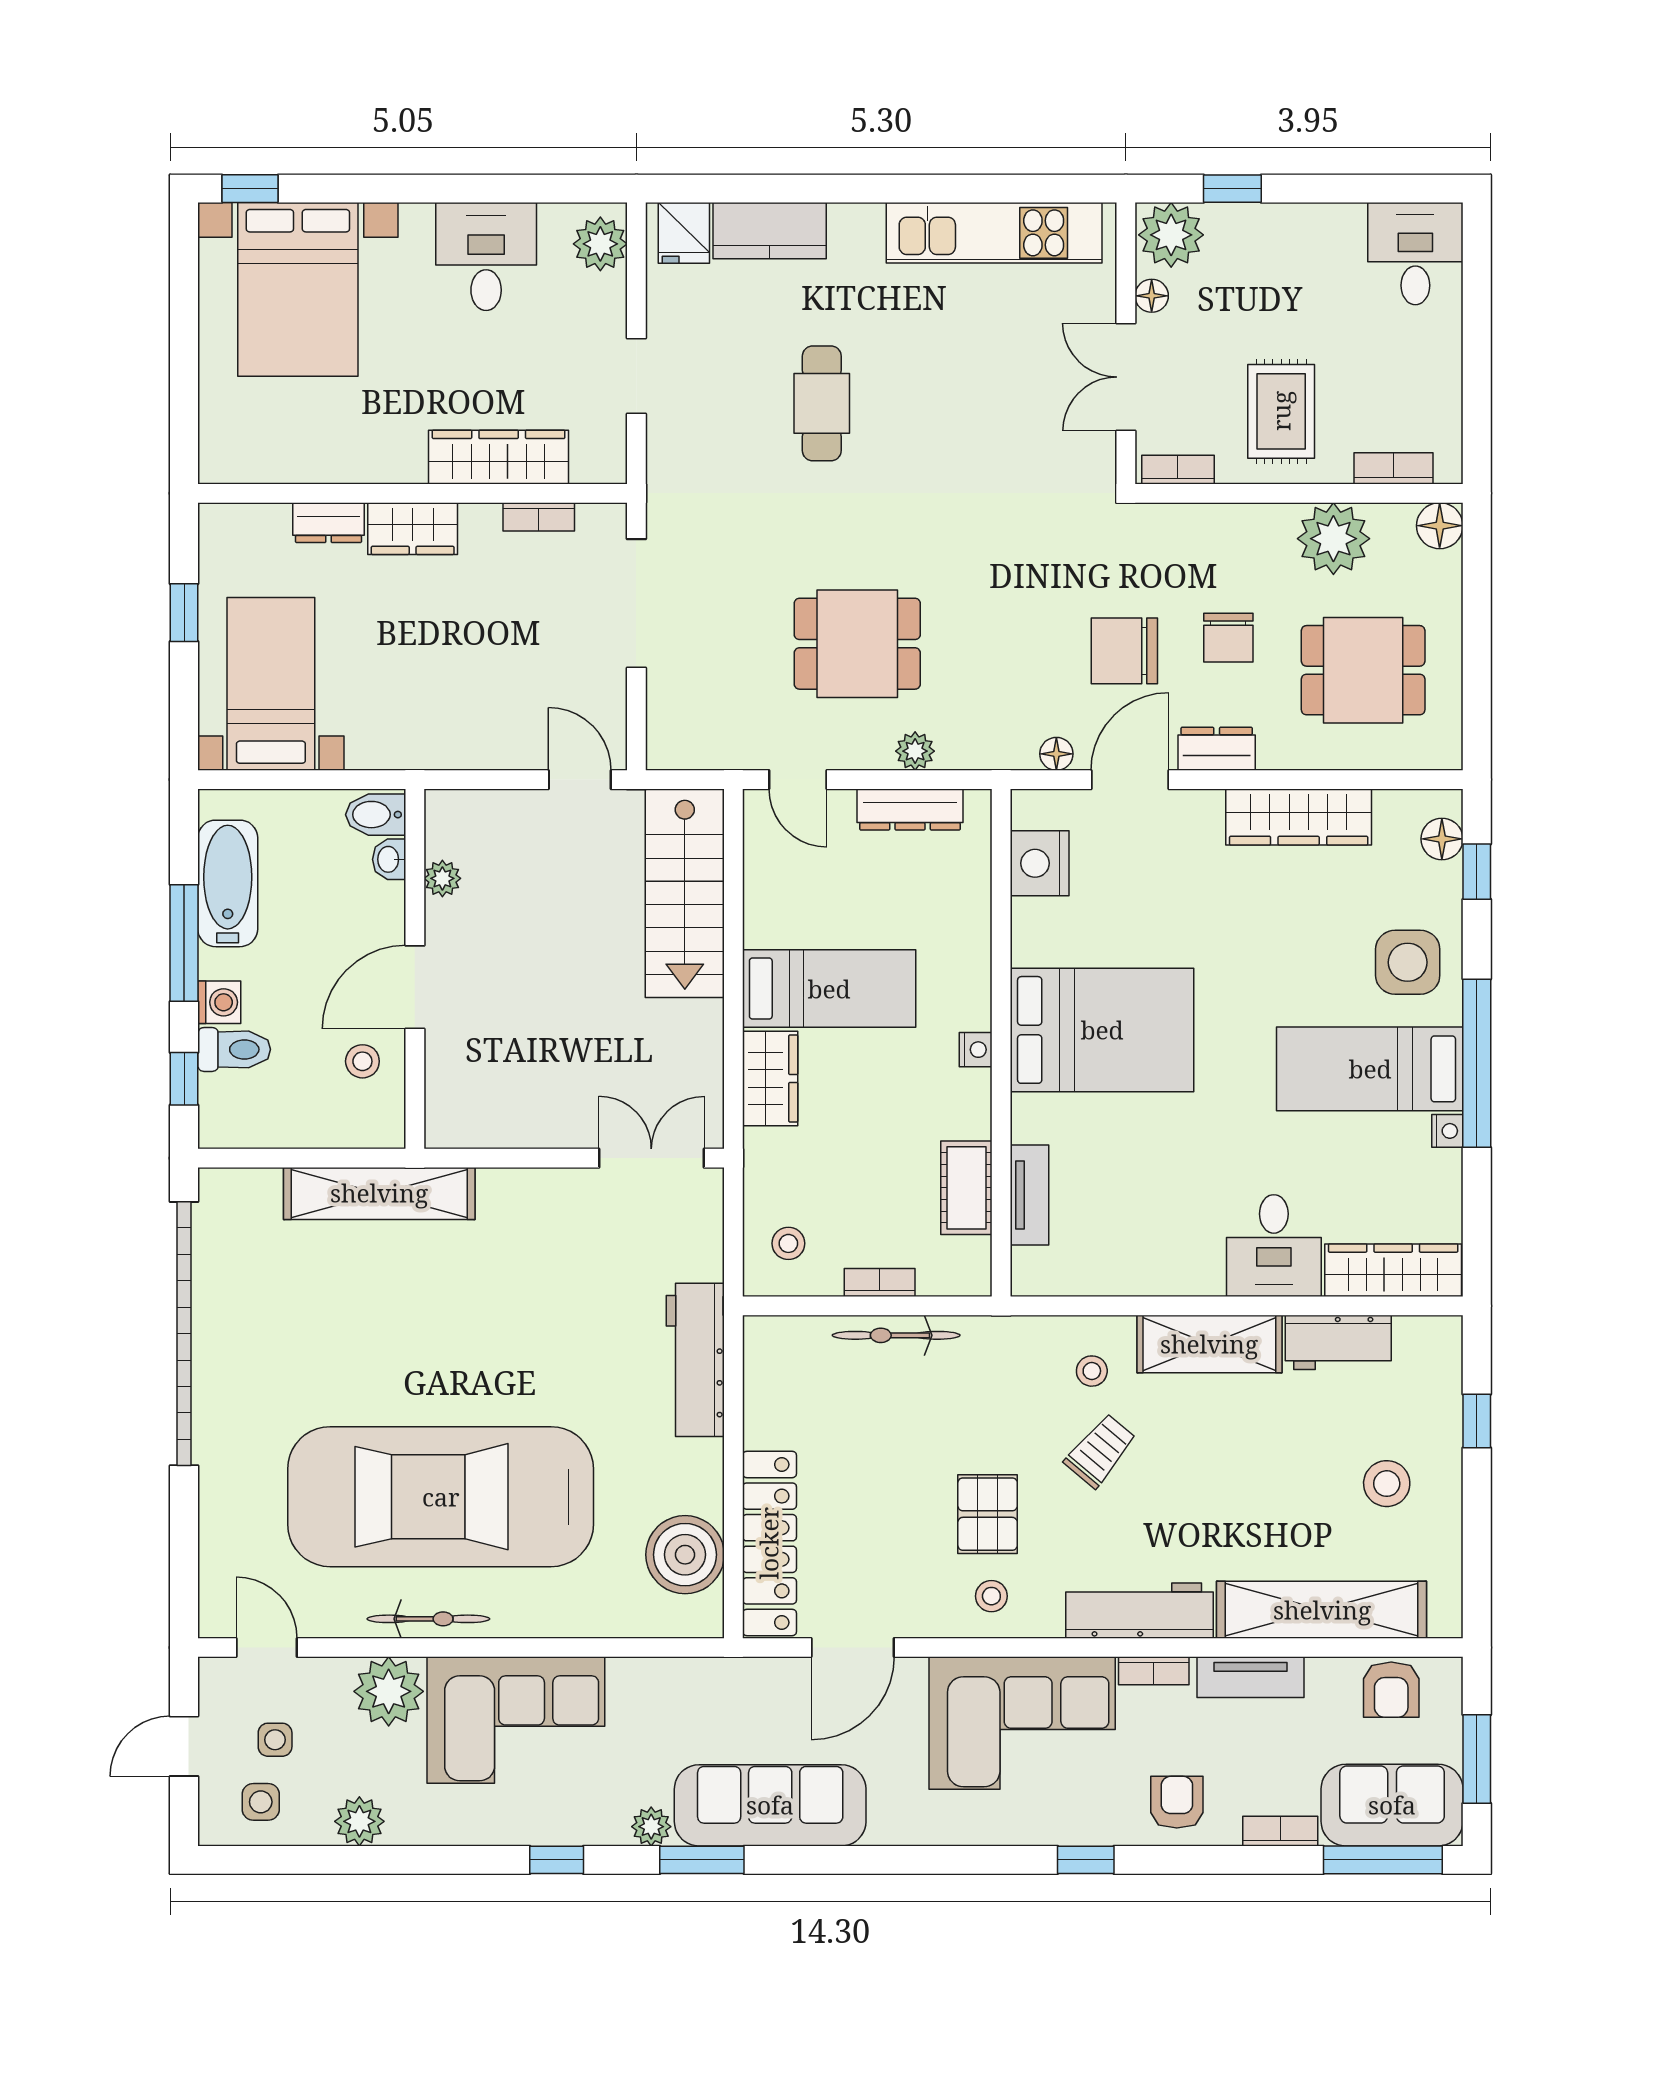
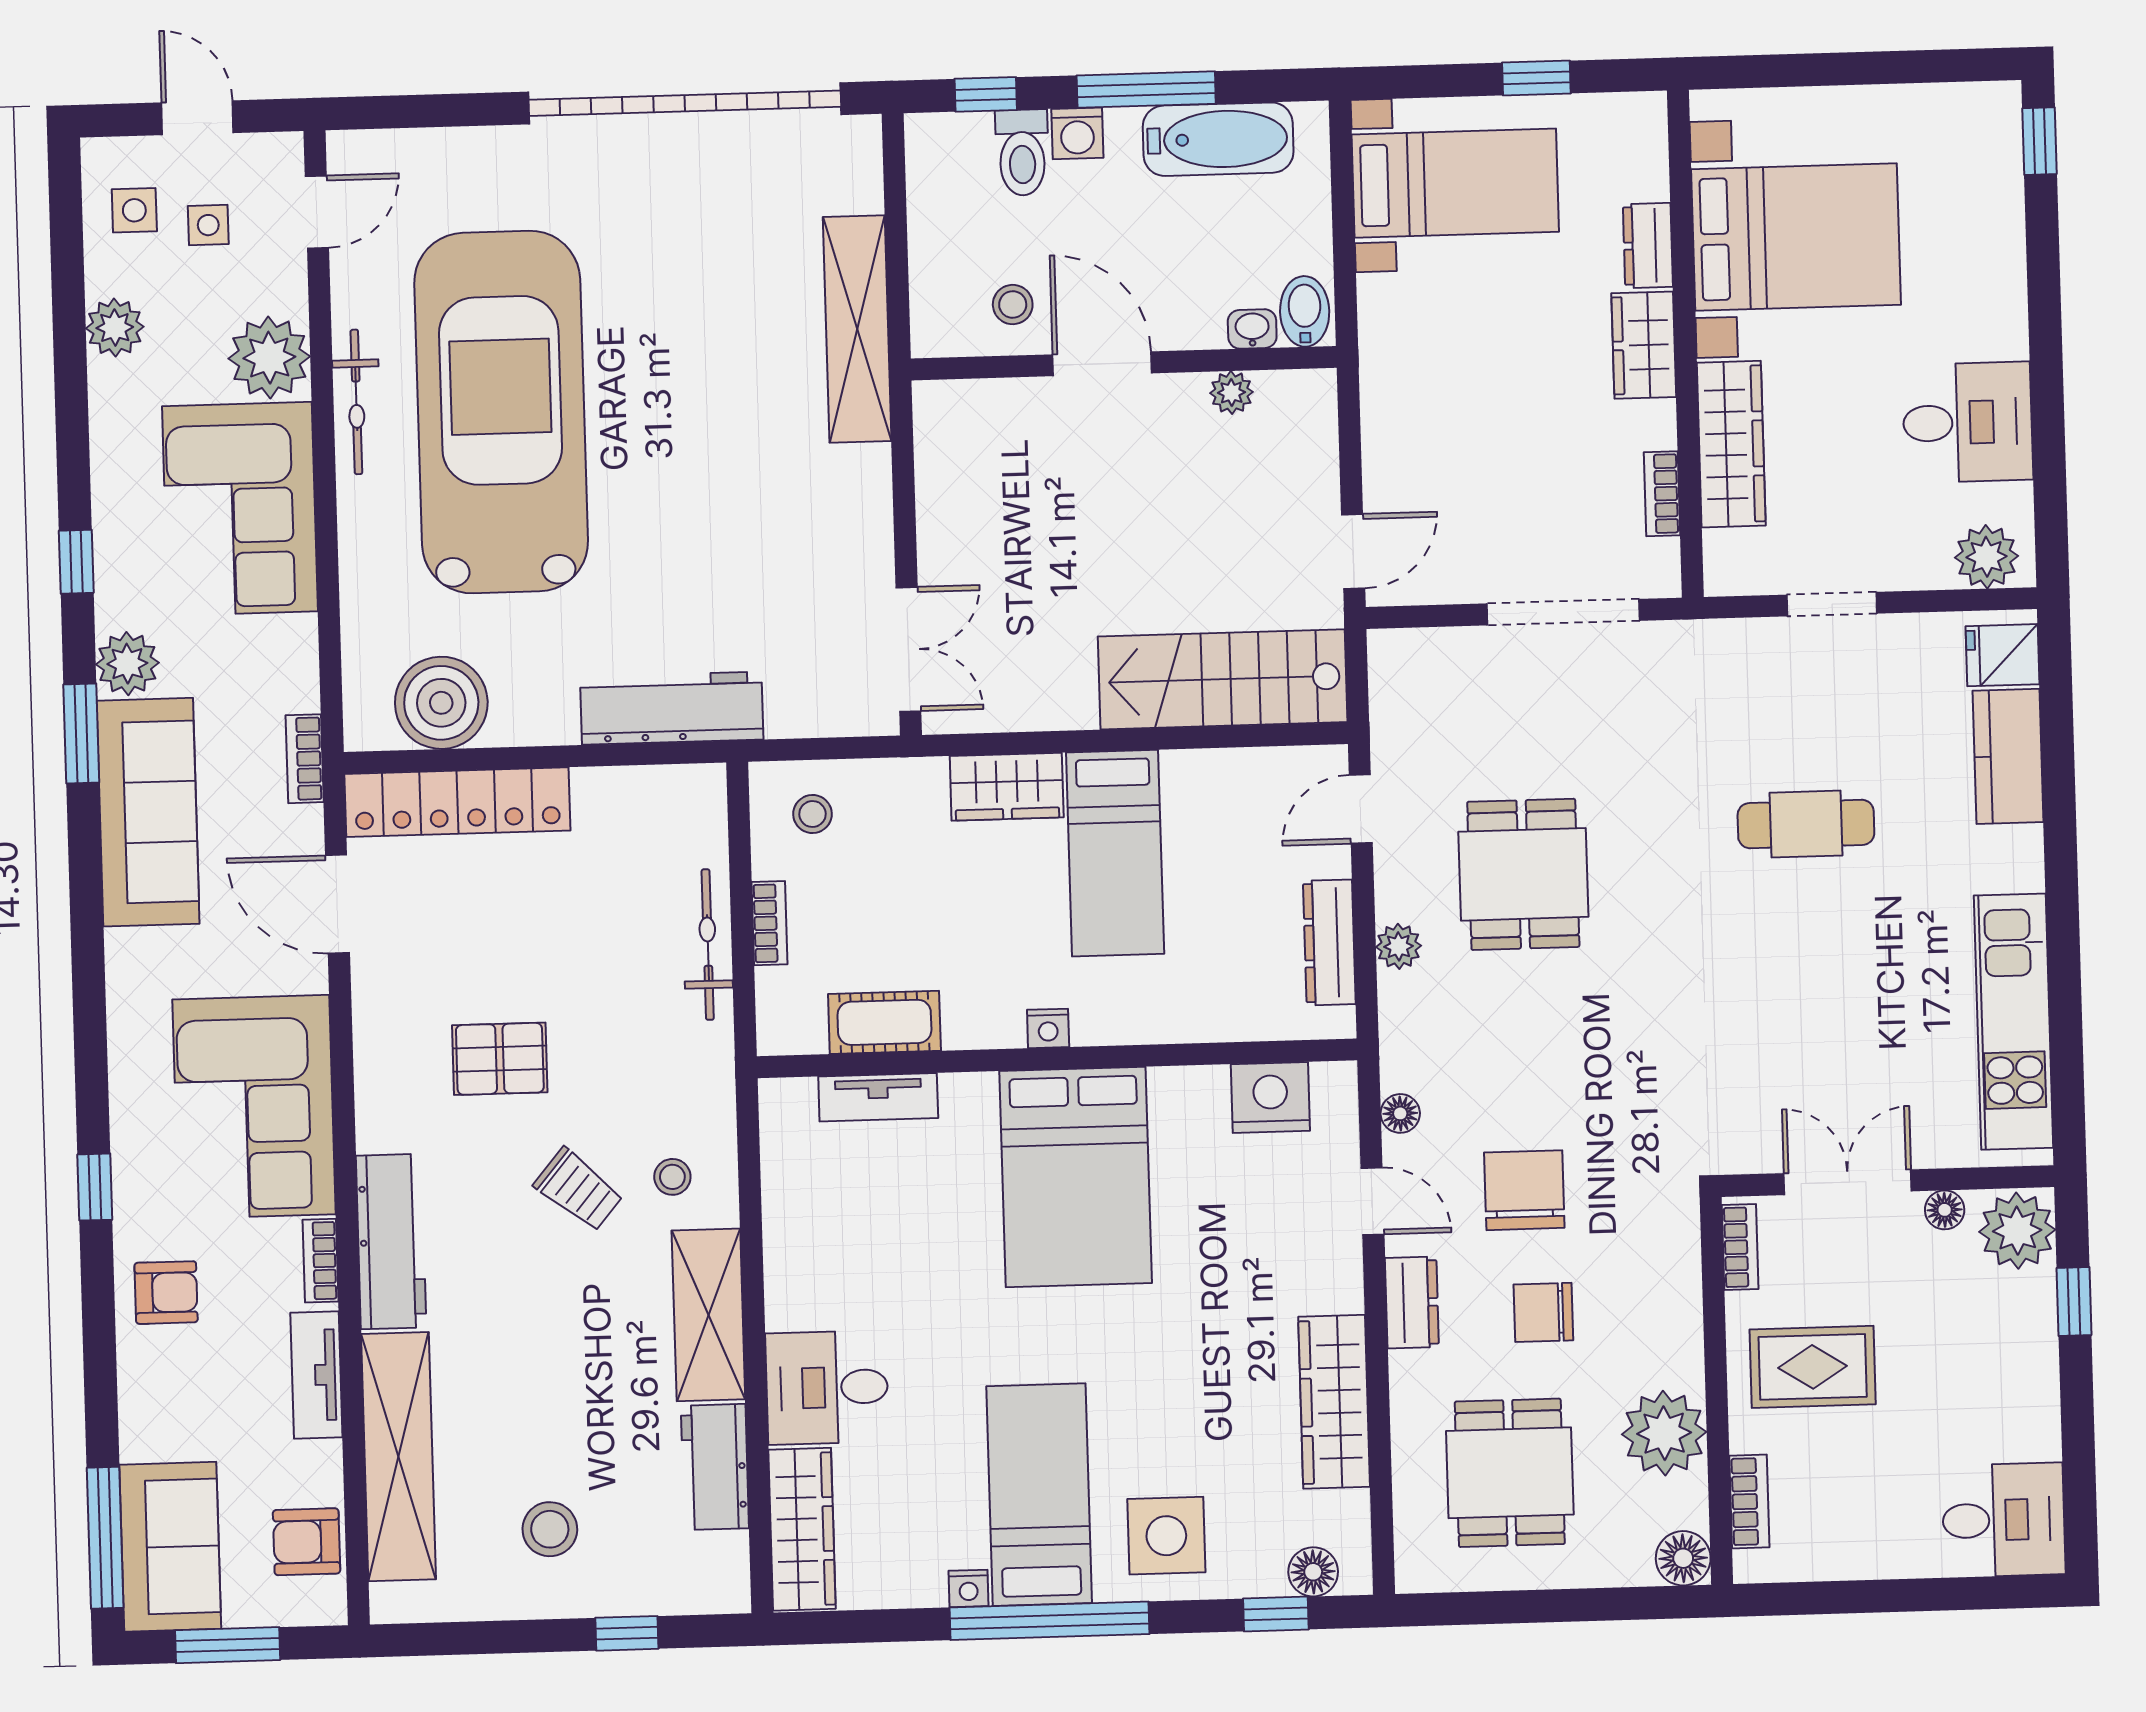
bed with nightstands: (298, 289) -> (1796, 237), moved, turned 180
door: (1130, 780) -> (1372, 1201), width x0.73
stool: (991, 1596) -> (403, 1066), removed
plant: (651, 1827) -> (127, 664), width x1.38, depth x1.38
bookcase: (1280, 1831) -> (305, 759), moved, turned 180

